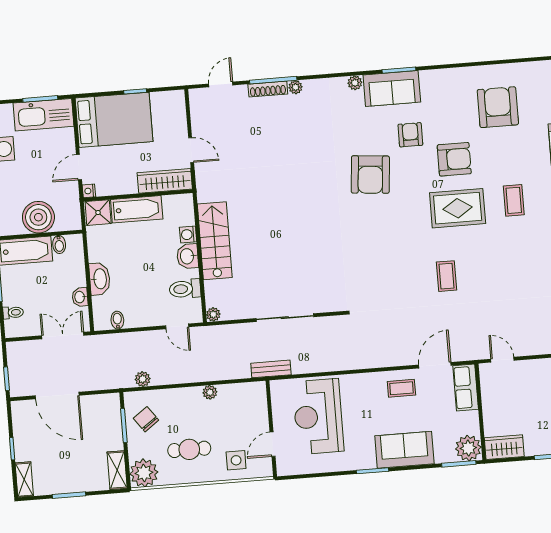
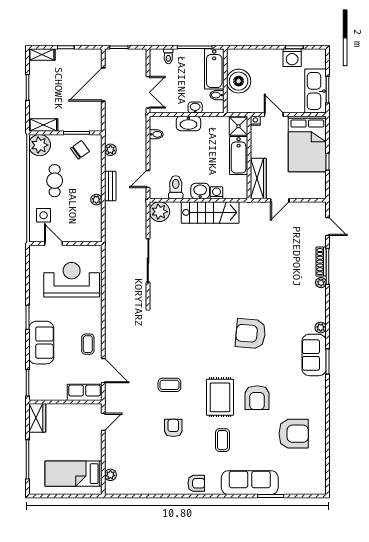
armchair: (410, 135) -> (173, 428), moved, turned -90
coffee table: (514, 200) -> (222, 440), turned 90
washbasin: (80, 297) -> (195, 108), moved
plant: (213, 314) -> (159, 212), width x1.88, depth x1.88
bench: (271, 369) -> (110, 186), moved
plant: (468, 448) -> (39, 391), removed

